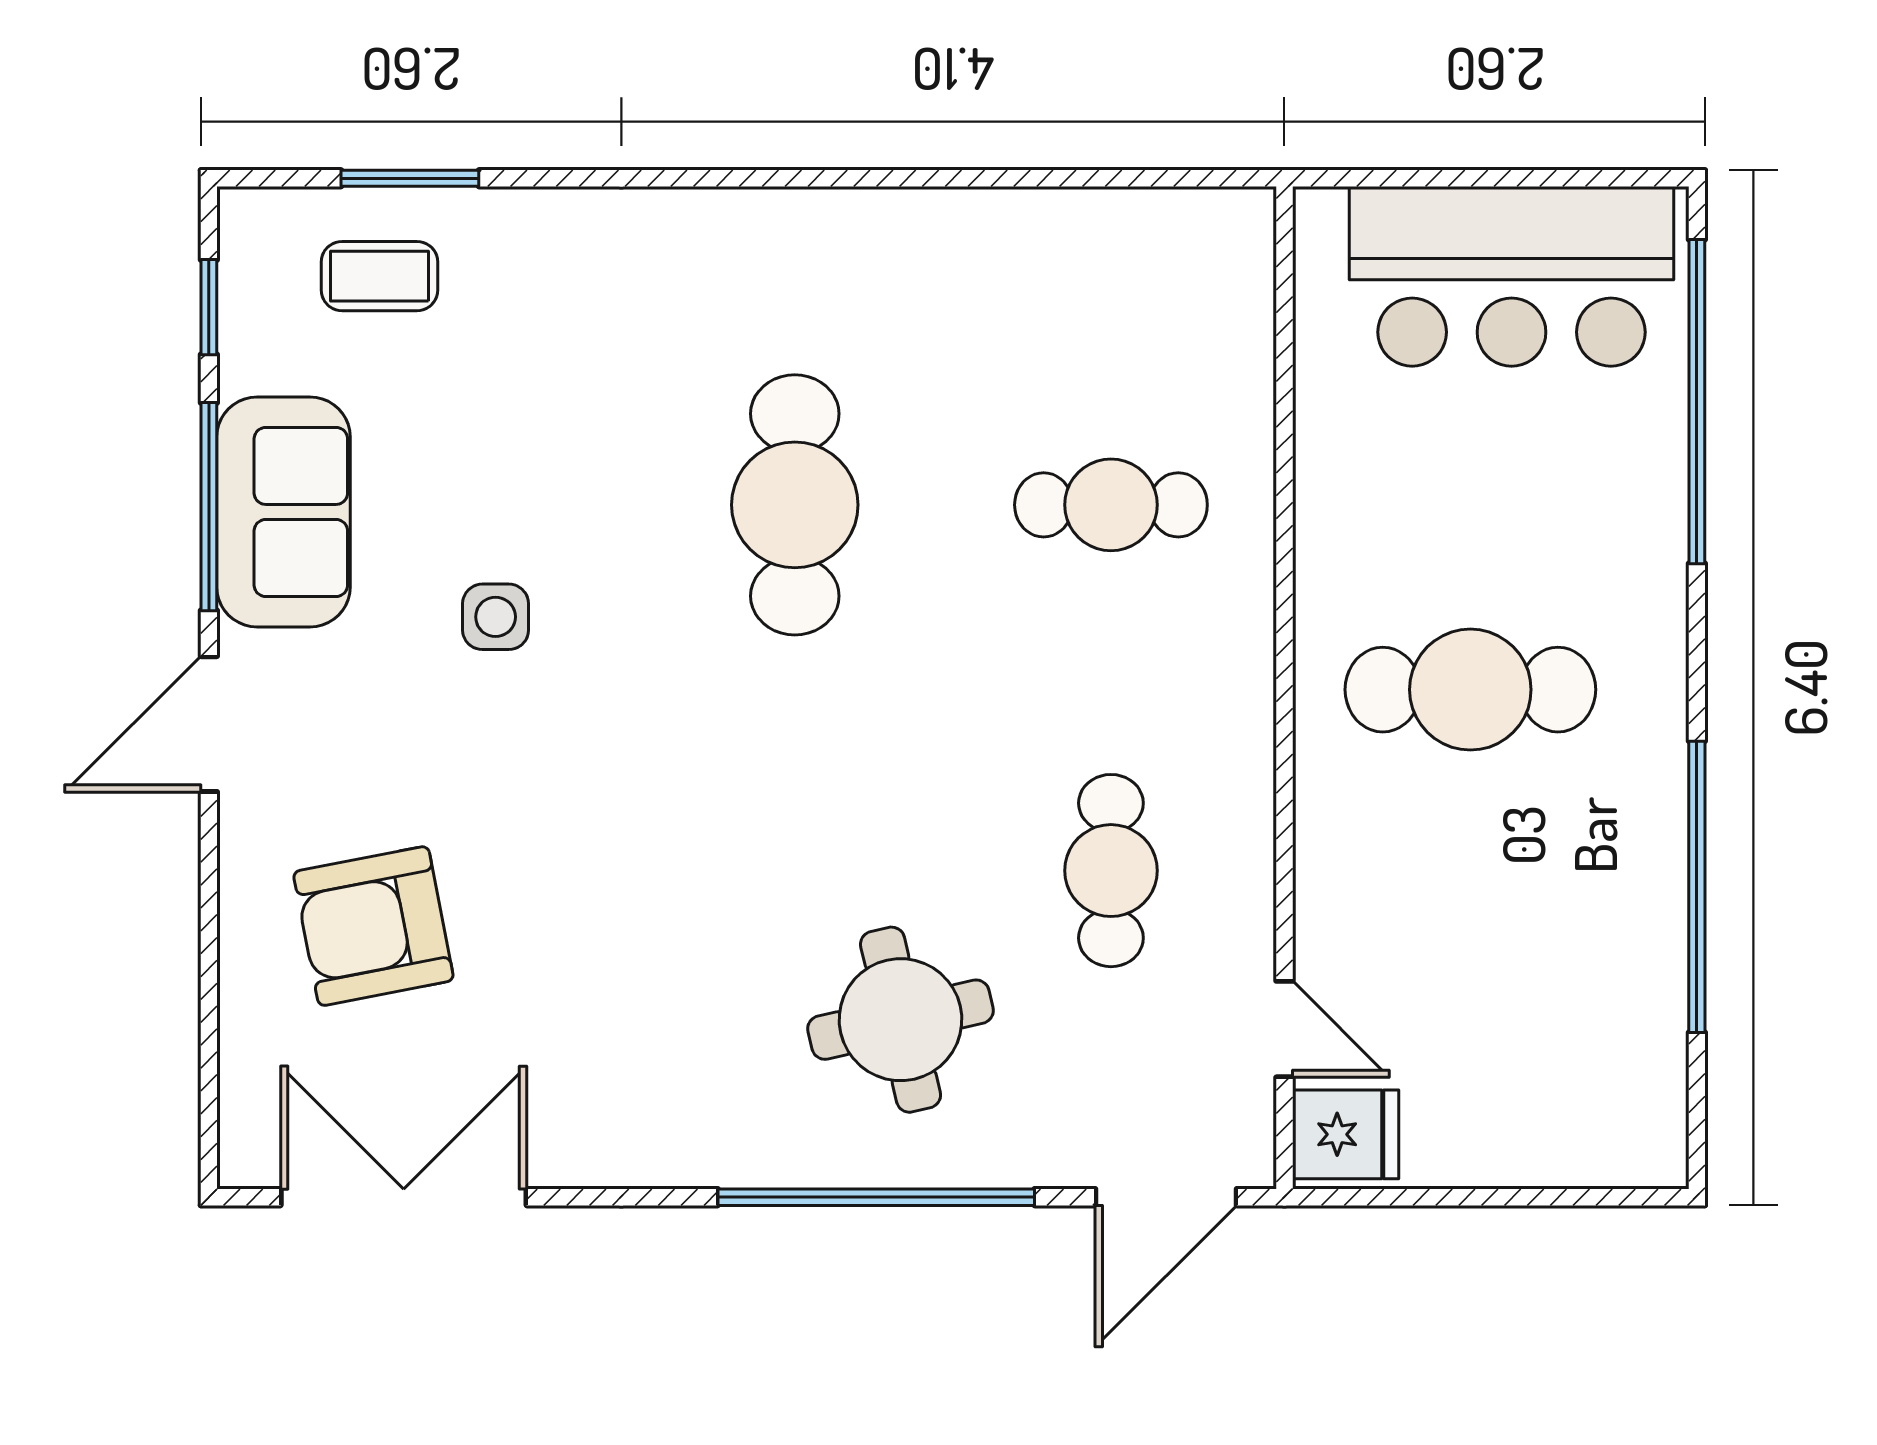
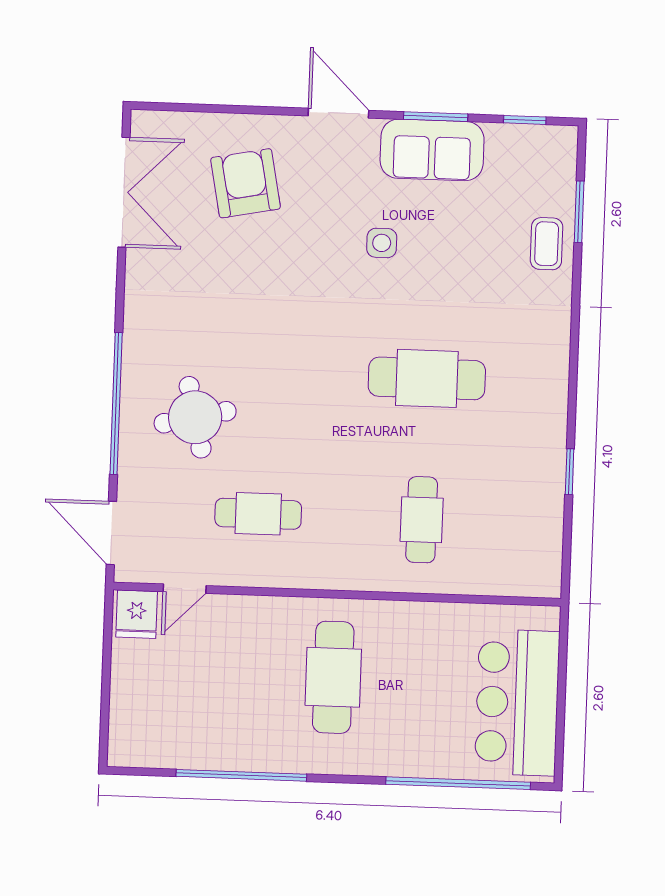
window: (992, 178) -> (570, 472), added
coffee table: (379, 276) -> (547, 244), moved
window: (209, 507) -> (436, 117), width x0.69

